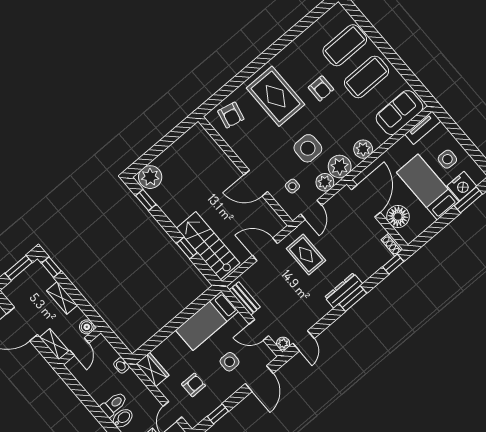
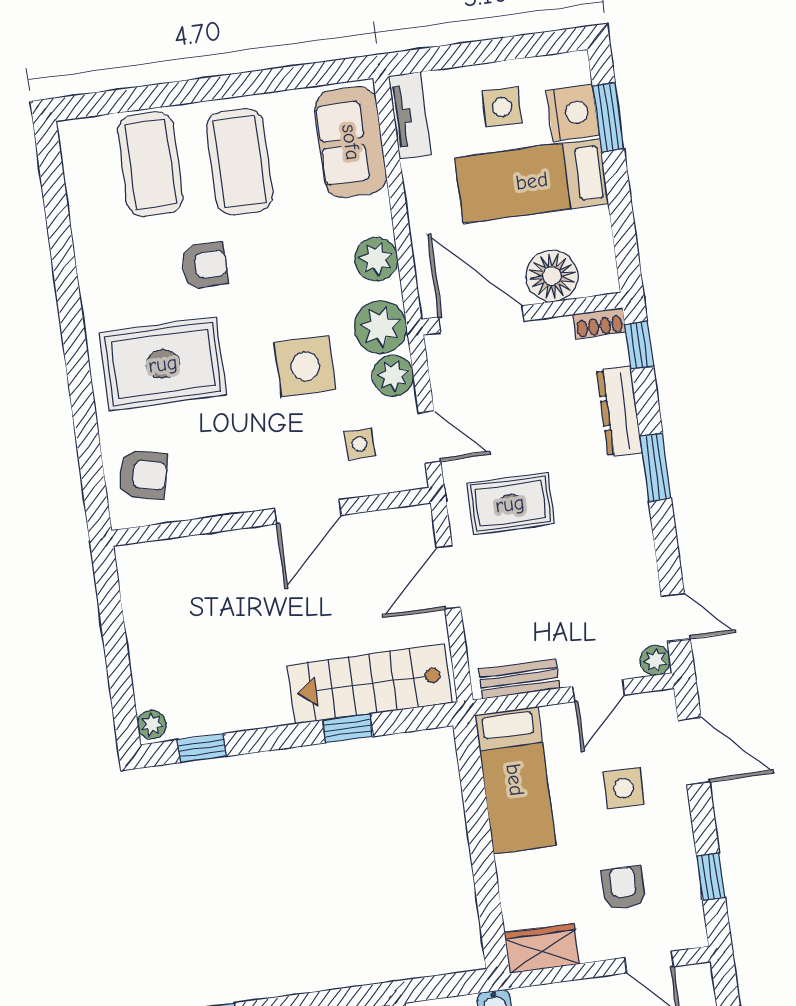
plant: (150, 177) -> (152, 725), width x0.53, depth x0.53
dresser: (344, 290) -> (619, 411), moved

